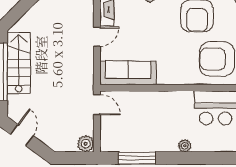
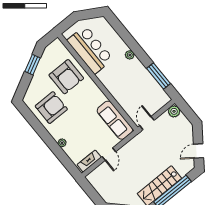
door: (97, 37) -> (109, 154), swing flipped

